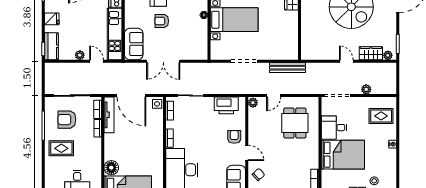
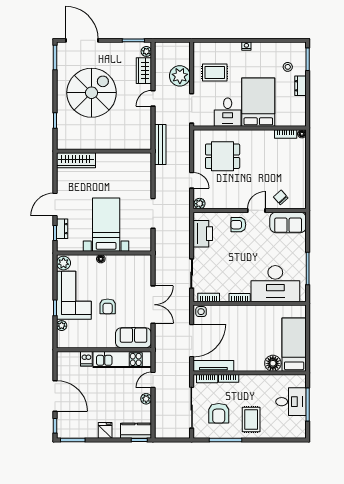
bench: (287, 68) -> (160, 145), moved
plant: (366, 89) -> (180, 76), width x1.87, depth x1.87
rug: (381, 116) -> (215, 73), moved, turned 90

